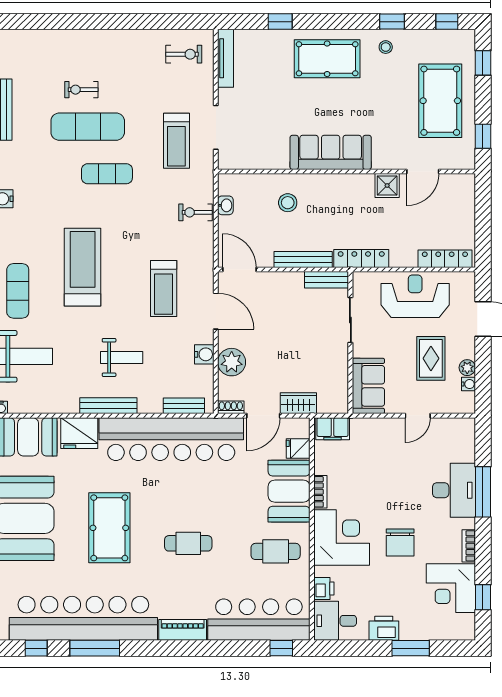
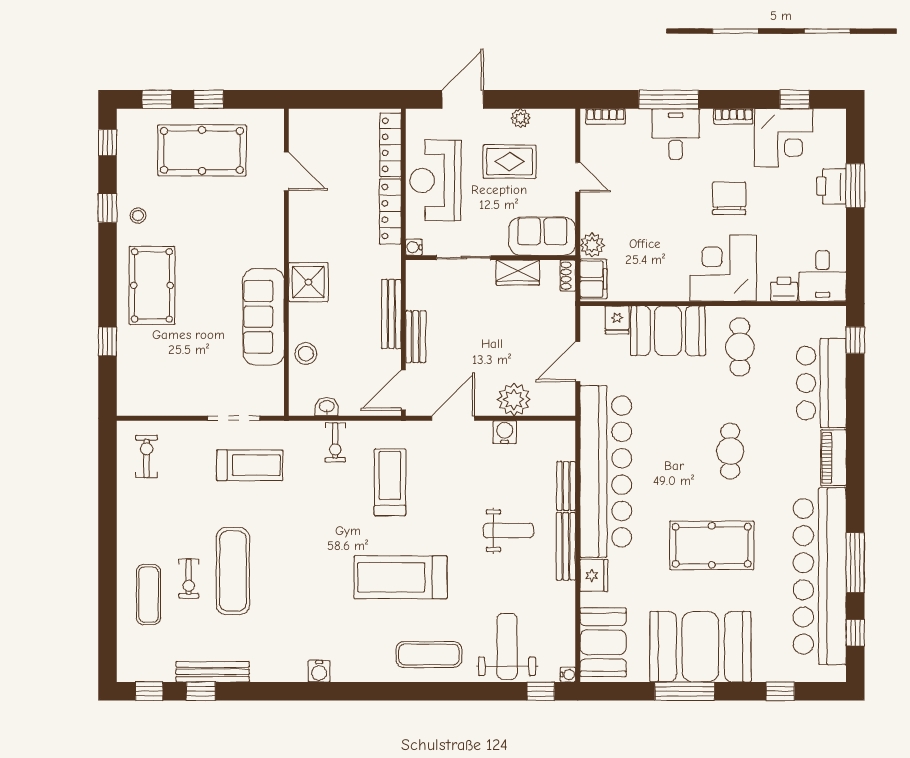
tv unit: (226, 58) -> (151, 407), removed
window: (483, 136) -> (209, 99), moved
sofa: (331, 152) -> (264, 317), moved
exercise mat: (107, 174) -> (148, 595), moved
shower: (387, 185) -> (308, 282), moved, width x1.36, depth x1.36
stool: (288, 203) -> (306, 353), moved
locker: (361, 259) -> (390, 211), moved
bench: (327, 280) -> (416, 337), moved
treadmill: (164, 288) -> (390, 482), moved, turned -90
weight bench: (122, 357) -> (508, 531), turned 90
water cooler: (468, 384) -> (414, 247), moved, turned -90
wardrobe: (298, 403) -> (518, 273), moved, turned -90
bench: (184, 406) -> (566, 486), moved
shoe rack: (231, 407) -> (568, 276), moved
door: (263, 416) -> (578, 362), swing flipped
plant: (361, 428) -> (592, 245), added
fridge: (79, 433) -> (594, 575), width x0.73, depth x0.75
desk: (454, 490) -> (676, 134), width x0.73
bookcase: (320, 492) -> (605, 116), moved, turned 180
chair: (400, 543) -> (729, 198), turned -90
bar counter: (259, 620) -> (821, 383), width x0.73
printer: (384, 628) -> (832, 186), moved

